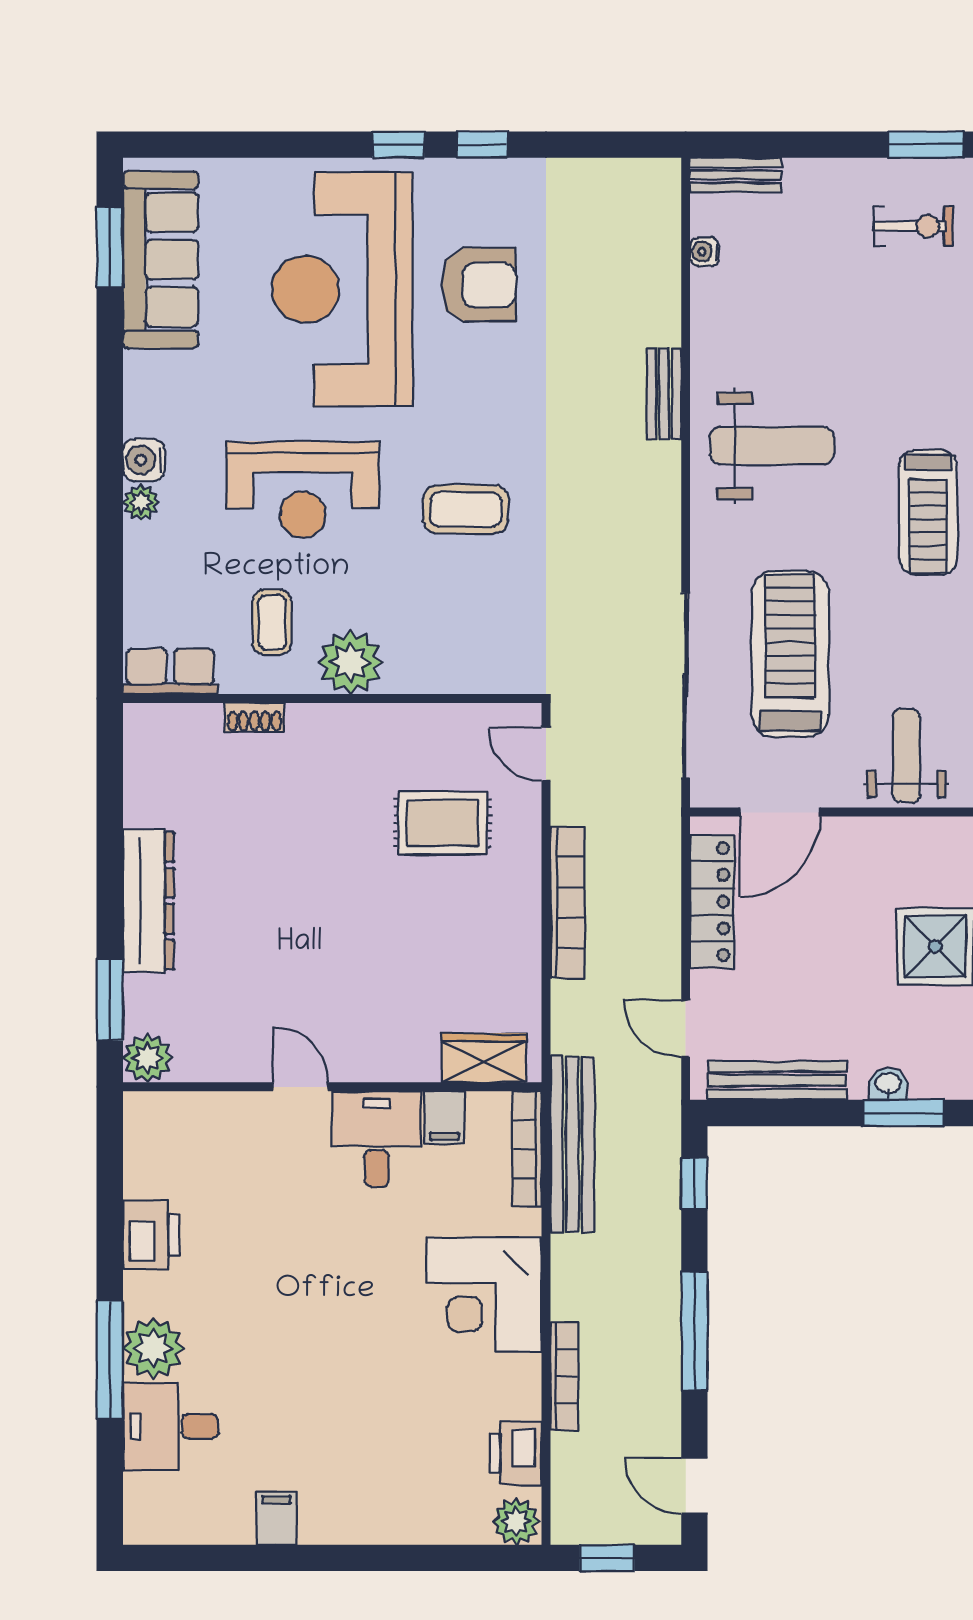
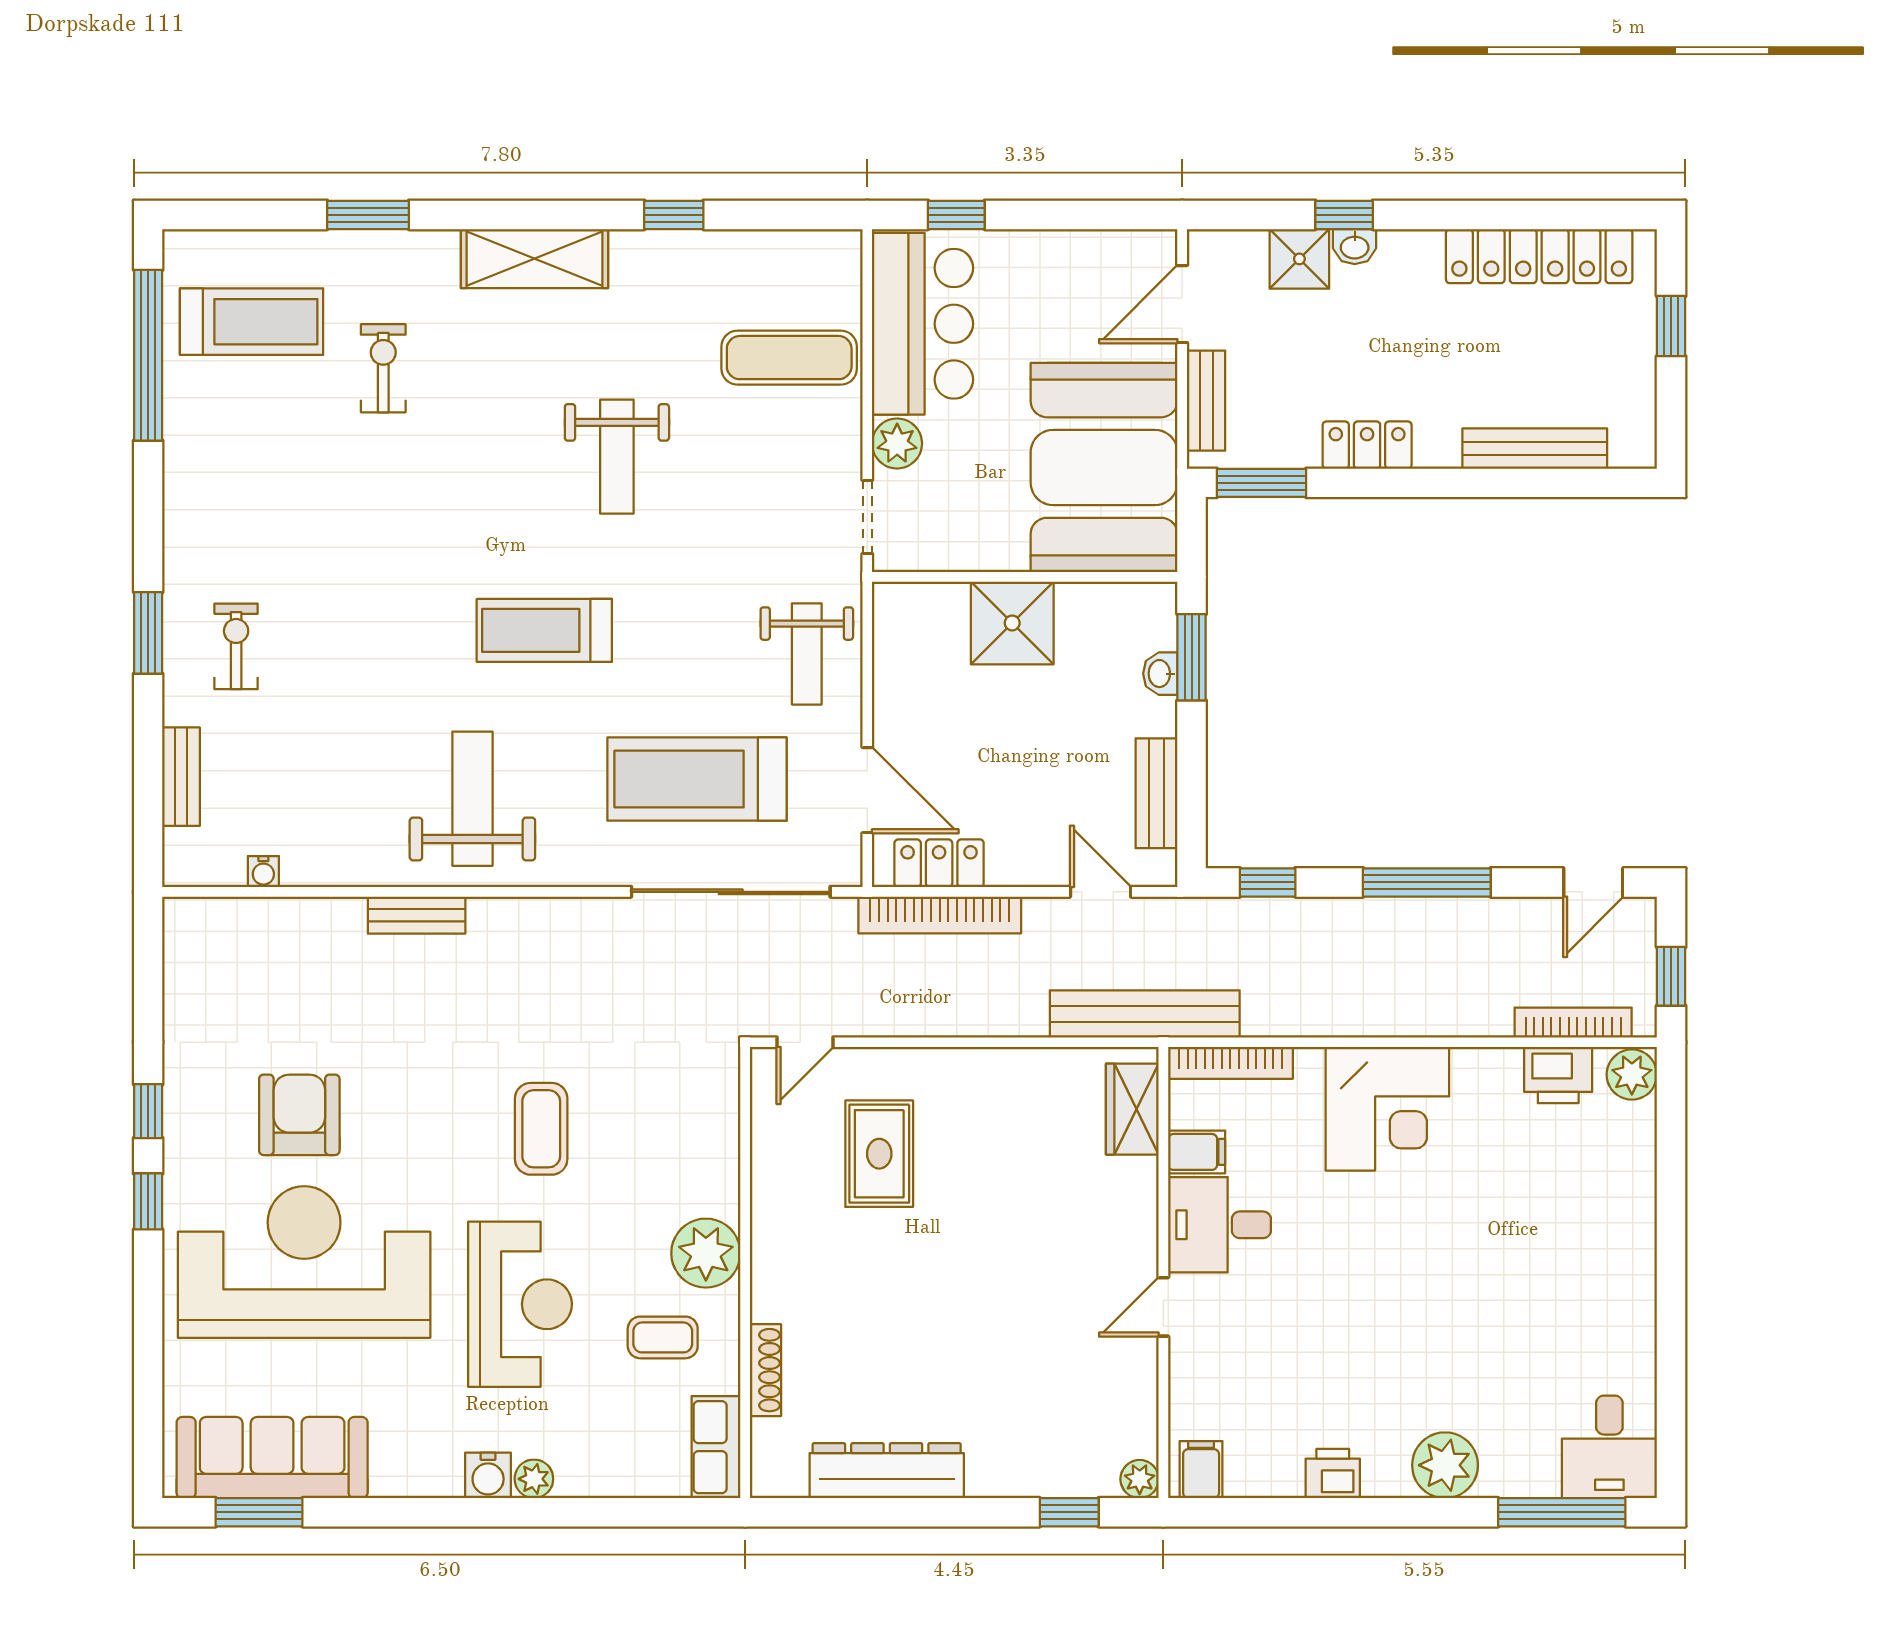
bench: (736, 175) -> (181, 777), moved
reception desk: (342, 289) -> (304, 1262), turned 180
treadmill: (928, 512) -> (544, 630), turned 180
shoe rack: (255, 717) -> (765, 1370), width x1.43
weight bench: (906, 756) -> (807, 654), turned -90
dresser: (148, 901) -> (887, 1471), moved
bookcase: (568, 902) -> (940, 915), moved, turned 180
locker: (712, 902) -> (939, 863), width x0.66
window: (110, 999) -> (1069, 1512), width x0.67
door: (686, 1028) -> (1101, 892), swing flipped
plant: (147, 1058) -> (1140, 1479), width x0.73, depth x0.73
bench: (777, 1080) -> (1157, 793), width x0.73
bench: (572, 1144) -> (1145, 1014), moved
printer: (151, 1235) -> (1333, 1473), width x0.73, depth x0.81
window: (110, 1360) -> (1562, 1512), moved
bookcase: (564, 1376) -> (1573, 1023), moved
desk: (171, 1426) -> (1609, 1447), moved
filing cabinet: (276, 1518) -> (1201, 1470), moved, turned 90

